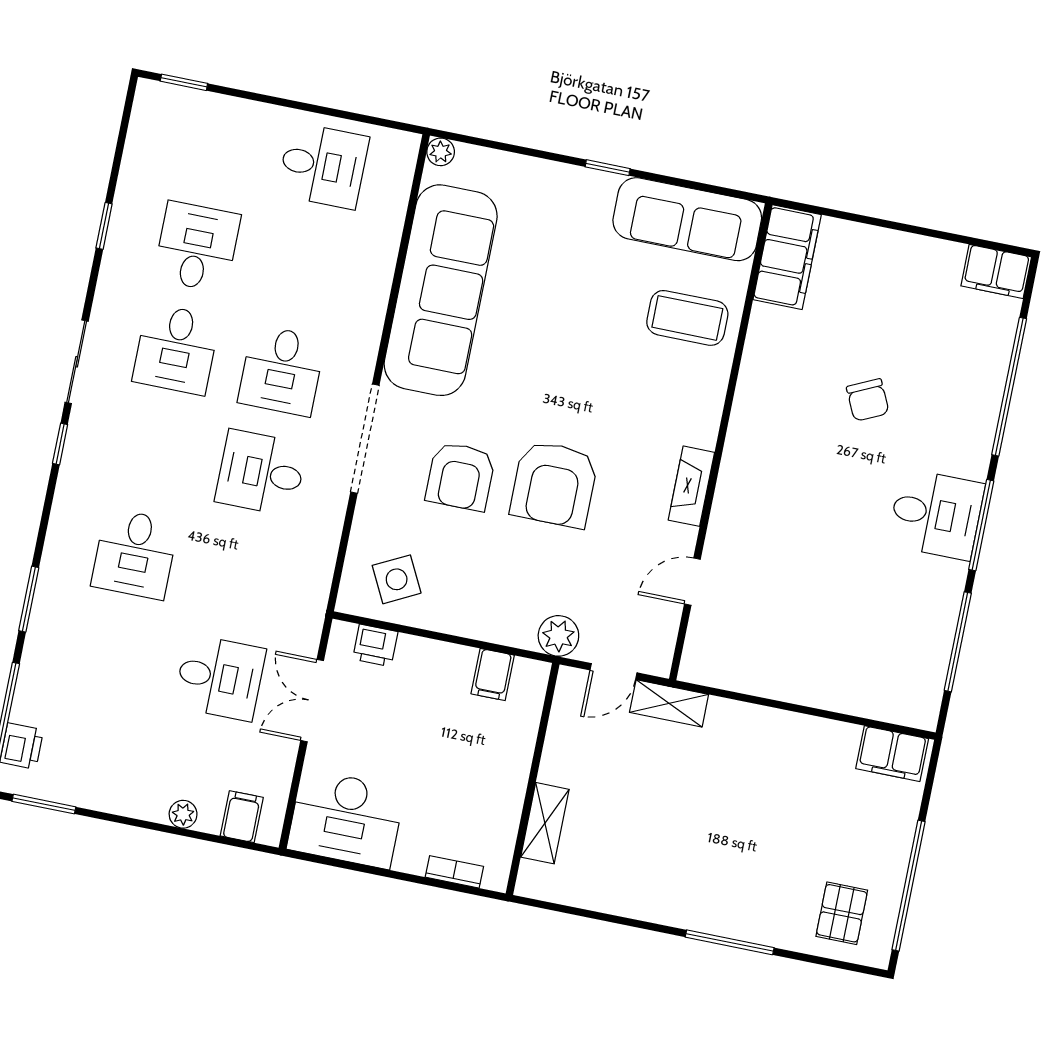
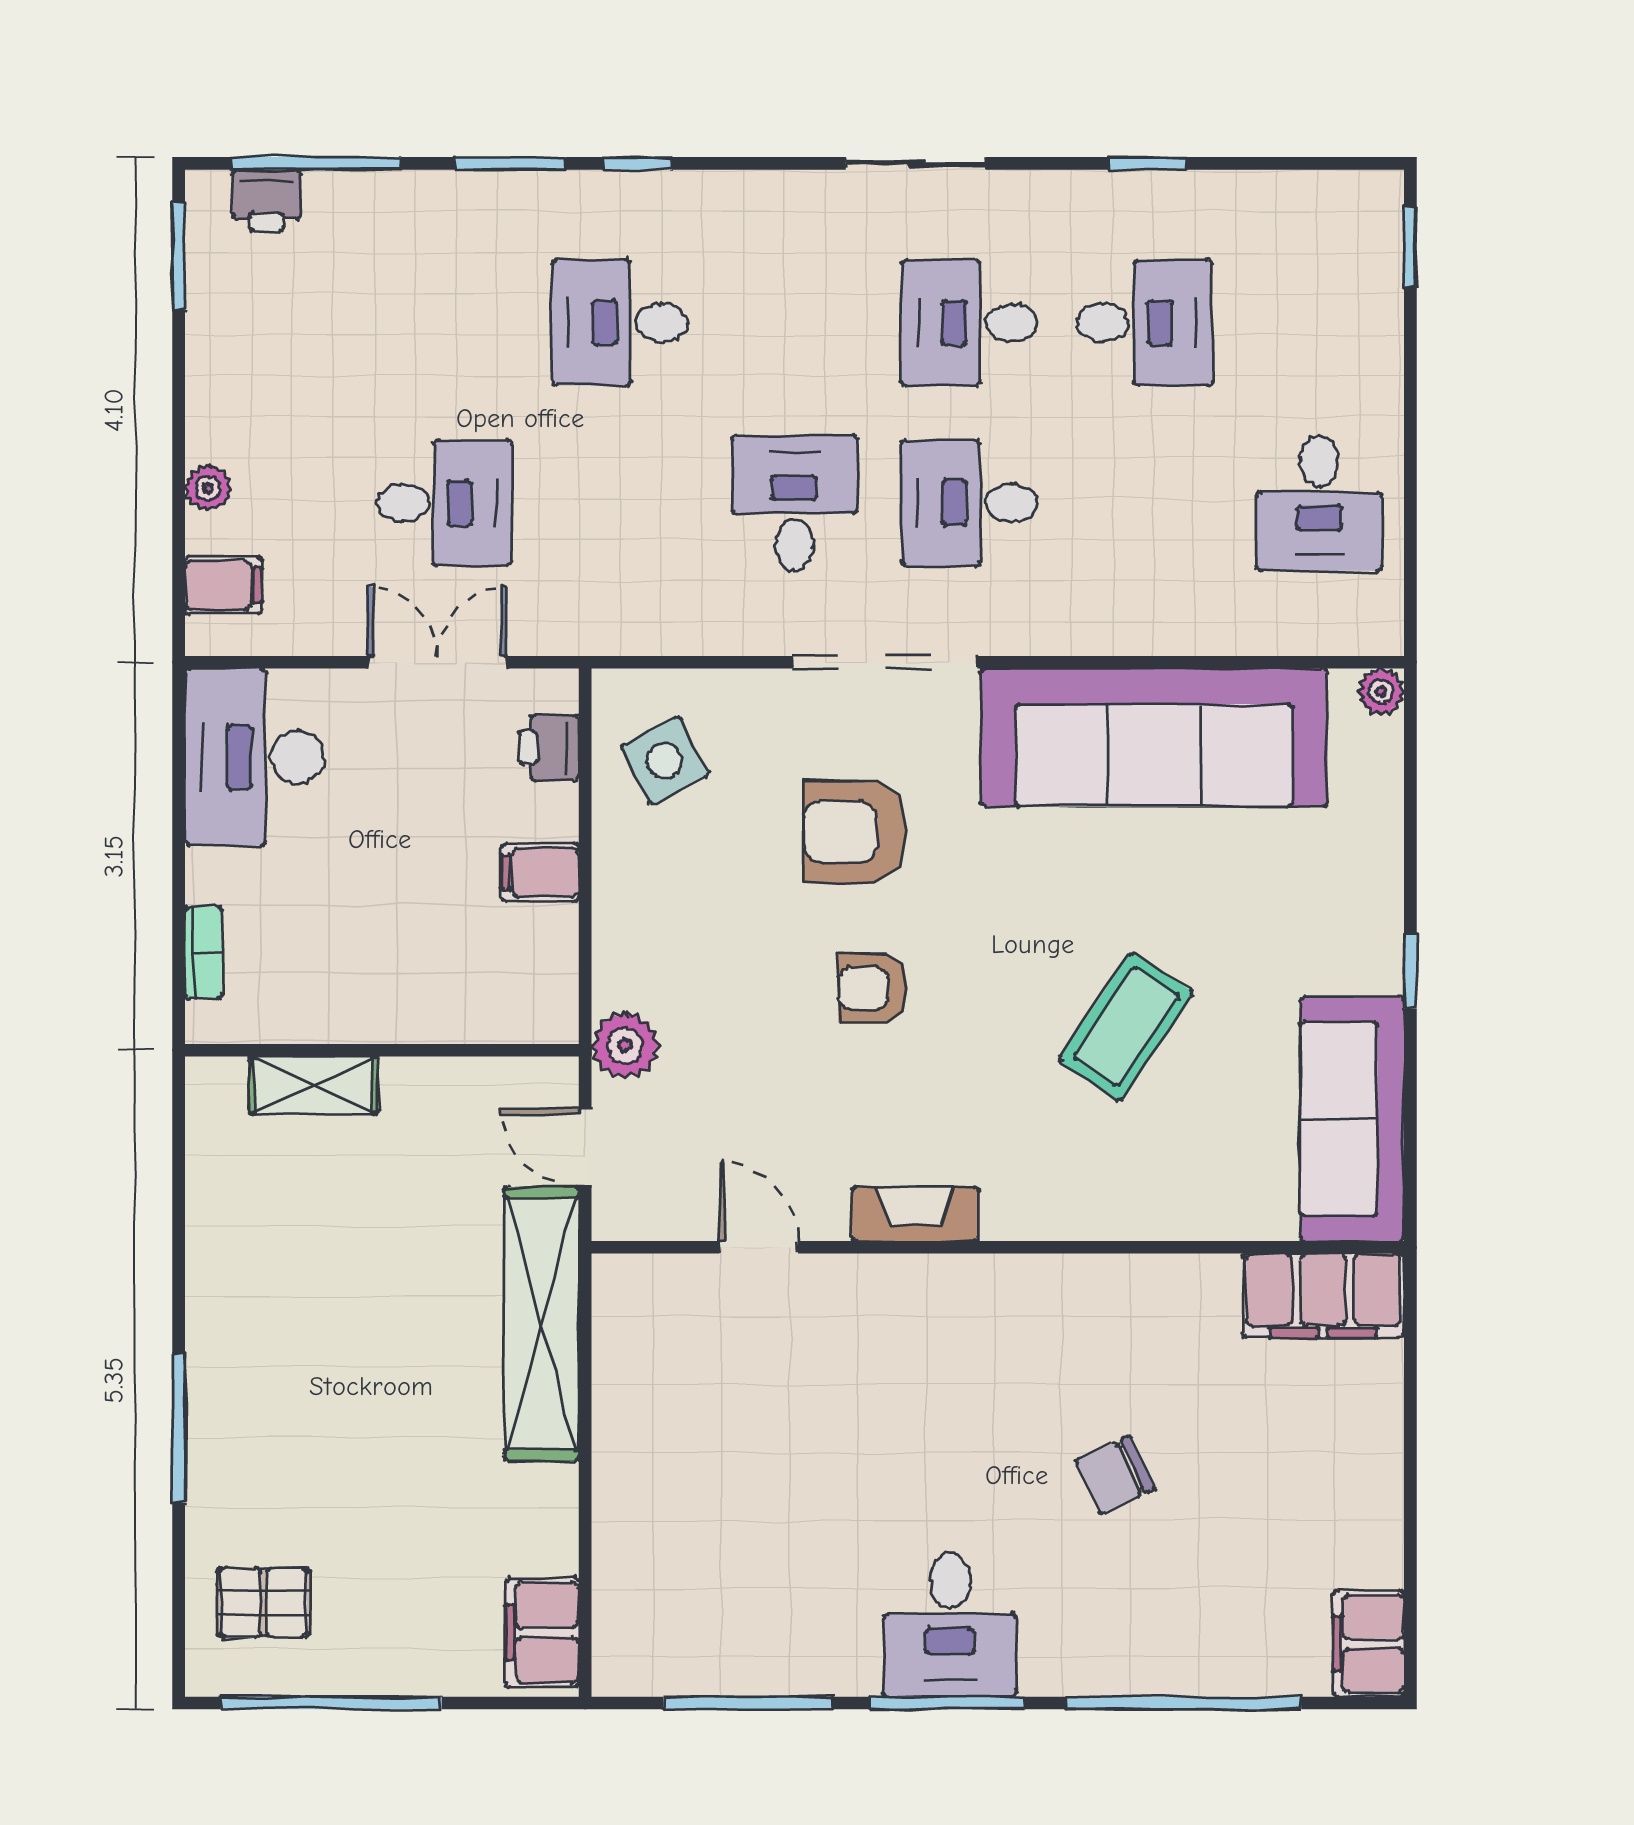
coffee table: (687, 318) -> (1126, 1026), moved, turned 34
window: (60, 444) -> (638, 163), moved
armchair: (554, 484) -> (873, 988), width x0.53, depth x0.53
filing cabinet: (493, 674) -> (540, 872), moved
desk: (220, 678) -> (445, 503), turned -90
shelving: (669, 703) -> (542, 1324), width x2.20, depth x1.33

